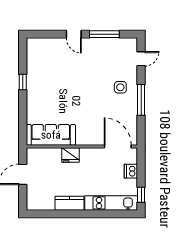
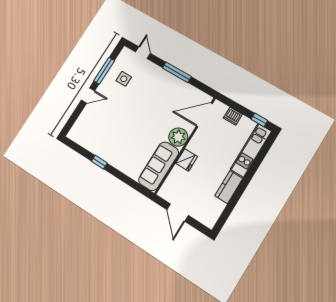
side table: (120, 87) -> (124, 79), moved
plant: (85, 136) -> (178, 137), added

